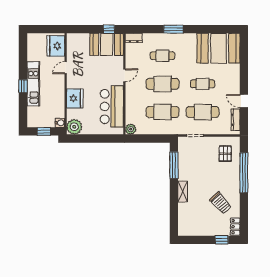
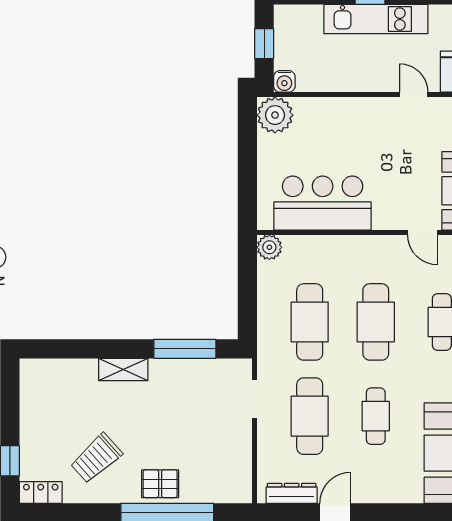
door: (124, 75) -> (422, 232), moved
fridge: (75, 98) -> (342, 116), removed
pallet: (225, 154) -> (160, 484), moved

